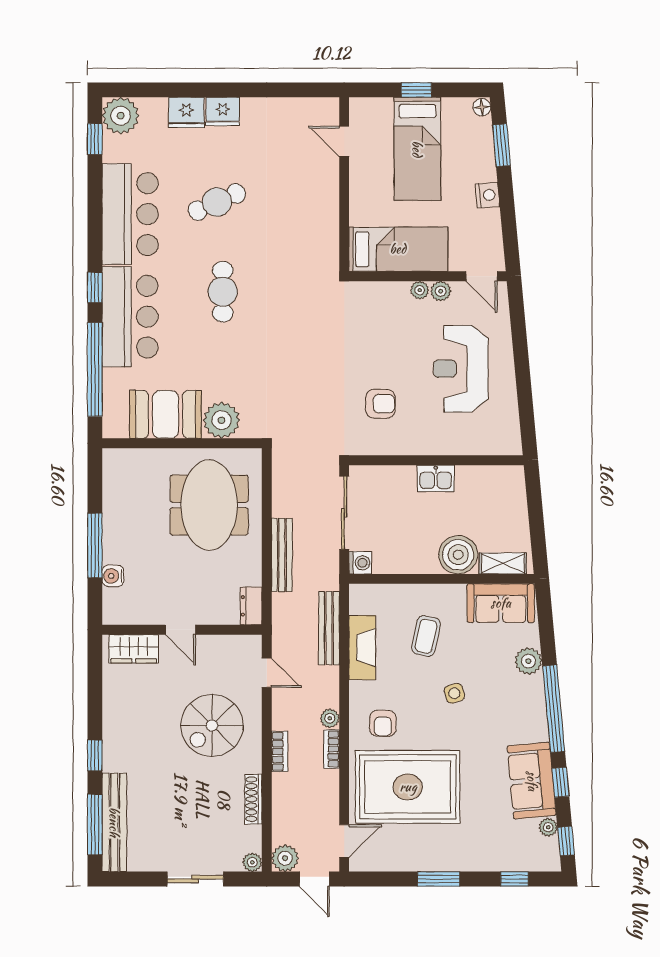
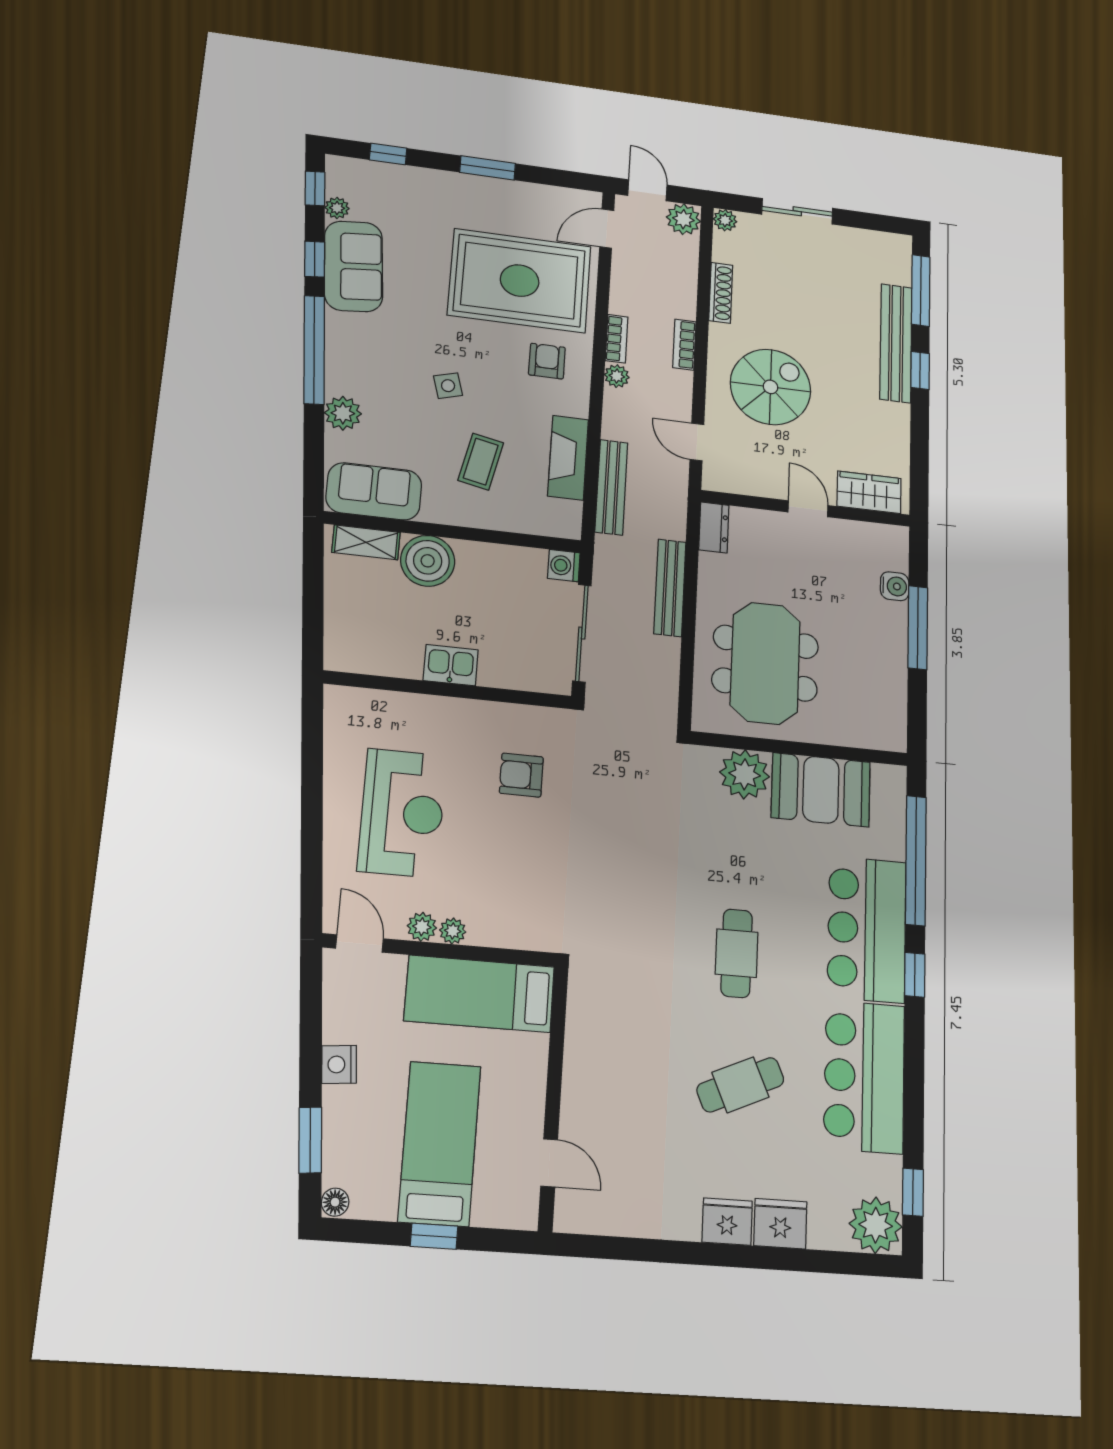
bench: (114, 822) -> (896, 343), moved

